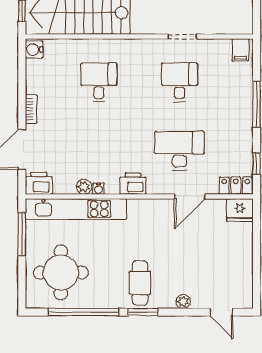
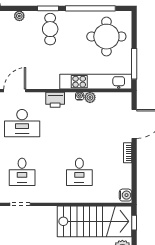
printer: (39, 183) -> (122, 100), removed

